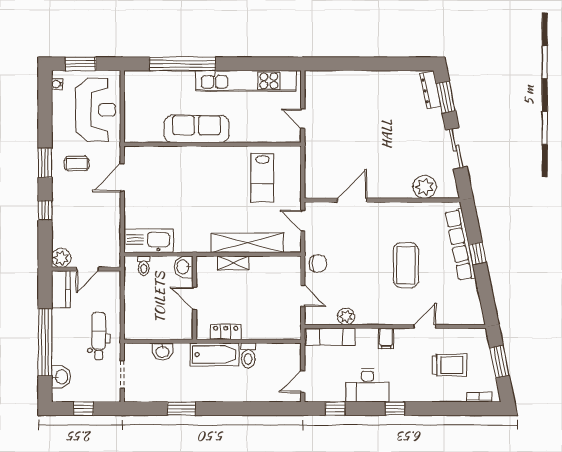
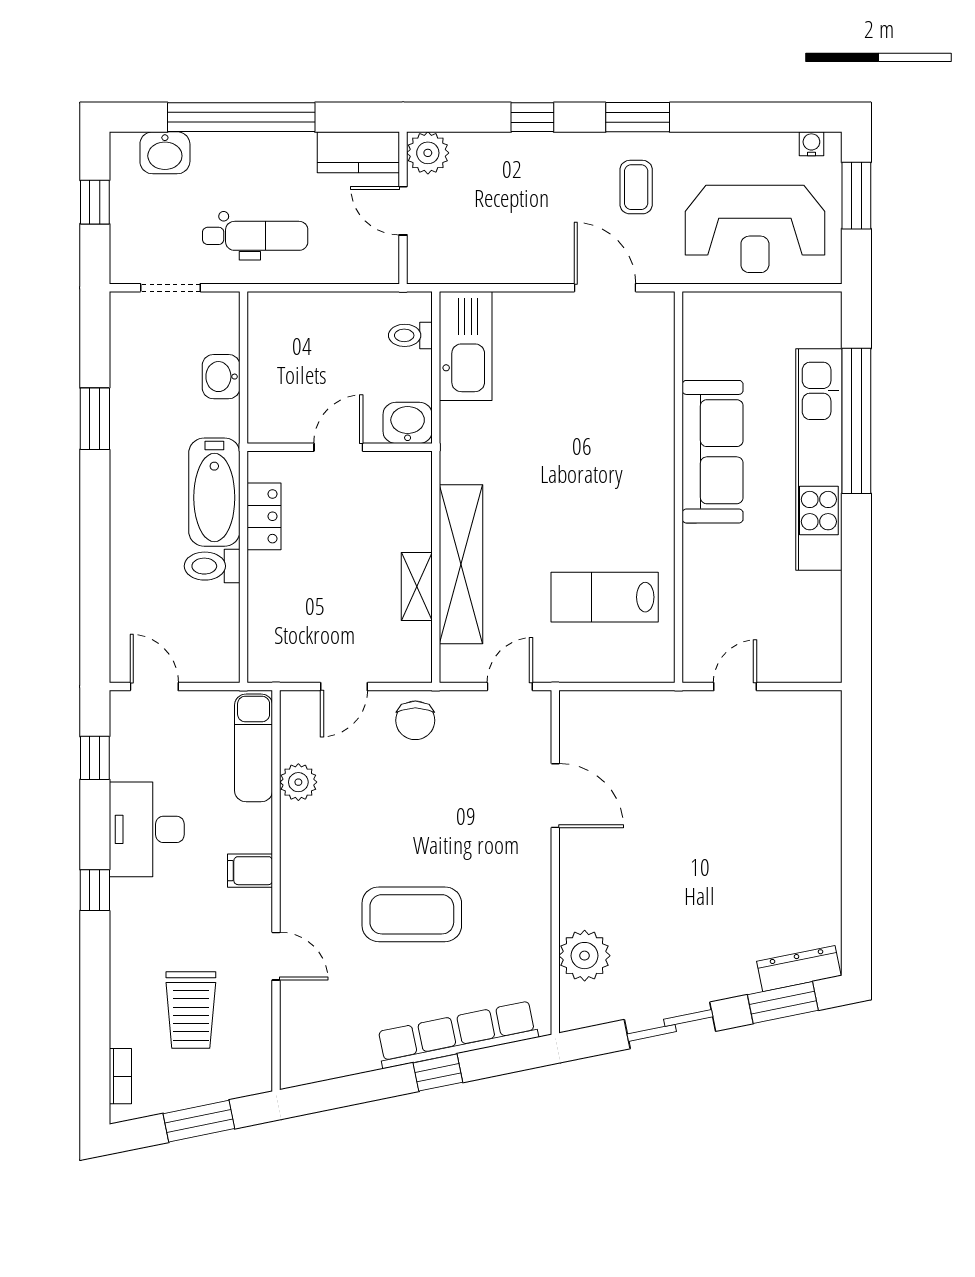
kitchen unit: (246, 81) -> (819, 460), moved
shelving: (233, 263) -> (417, 587), moved

